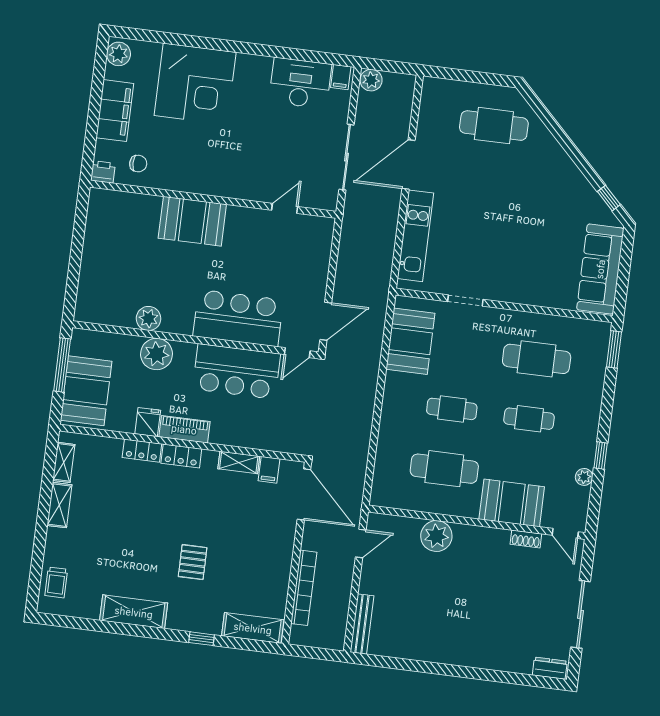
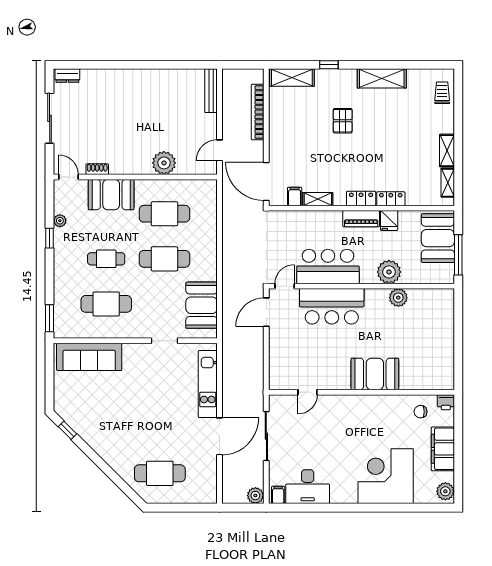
sofa: (600, 269) -> (89, 357), moved, turned 90
cafe table: (452, 409) -> (164, 259), width x1.37, depth x1.35

